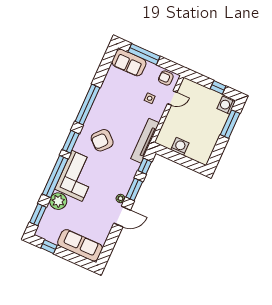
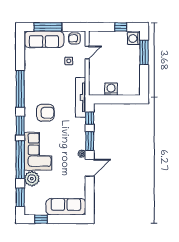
sofa: (129, 63) -> (44, 39), width x1.36
armchair: (102, 140) -> (45, 113), turned -132

